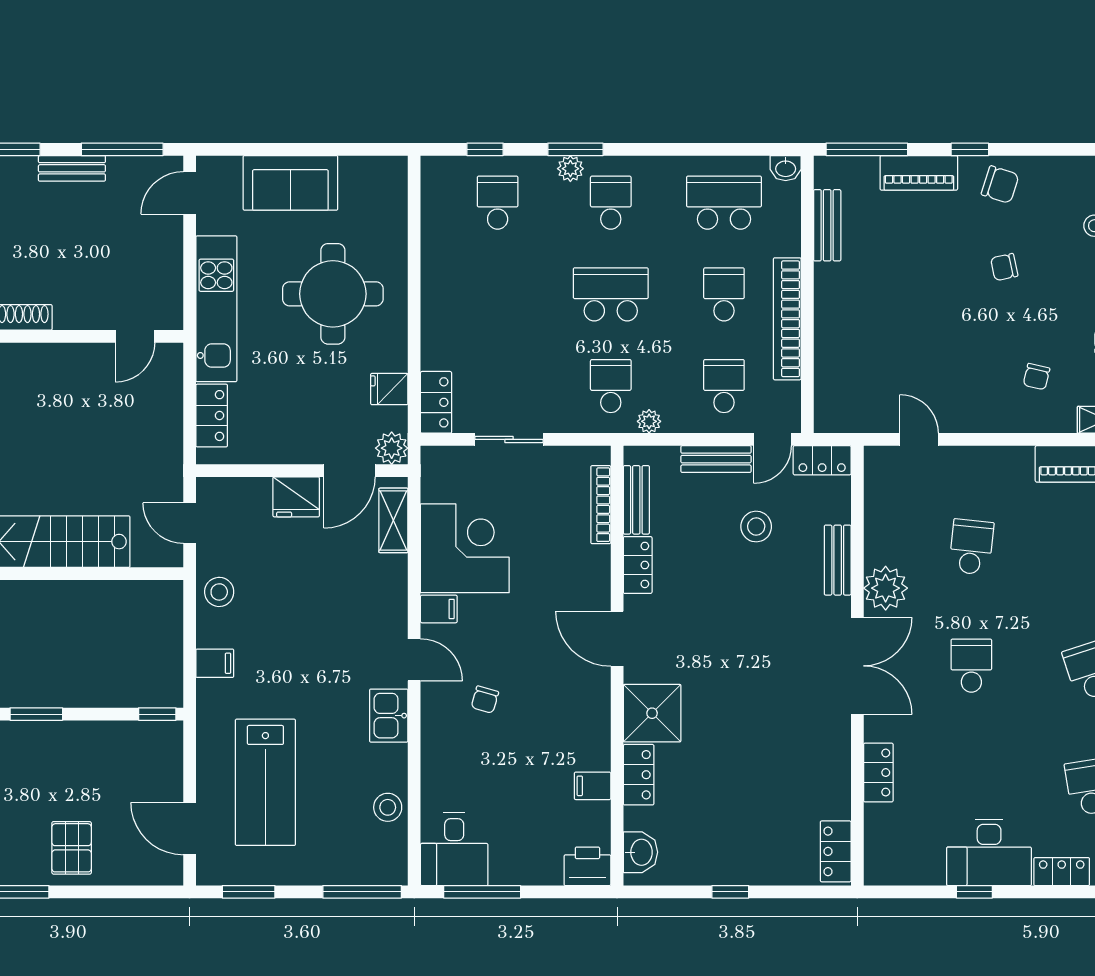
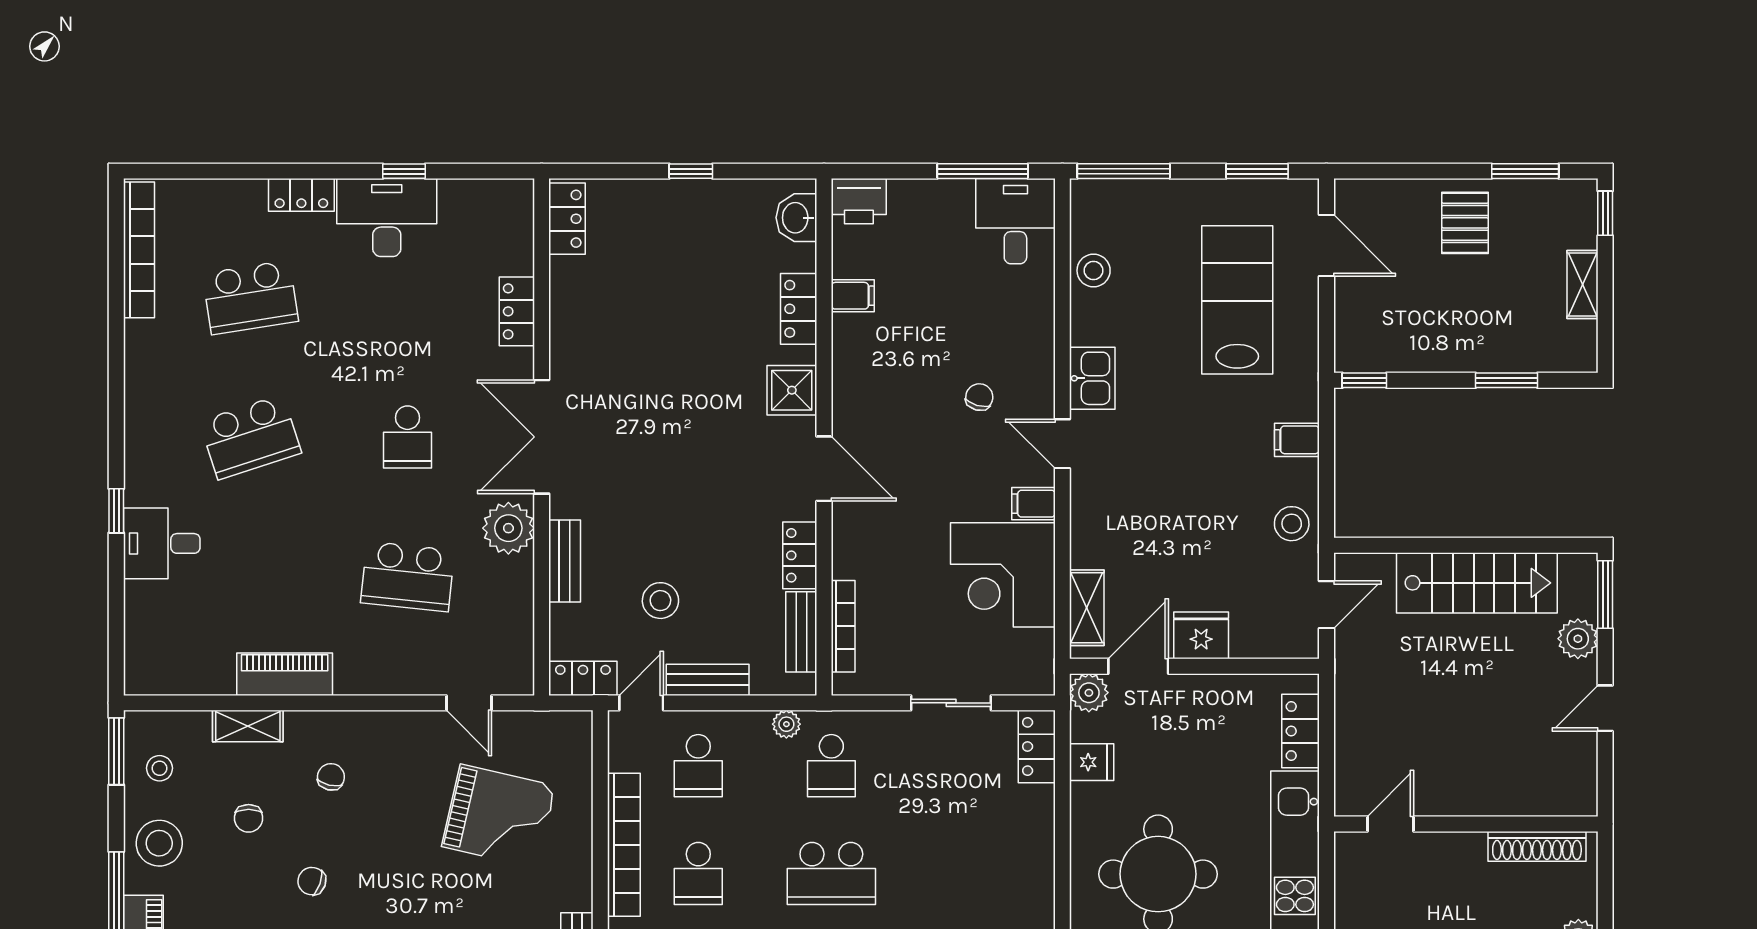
chair: (1004, 267) -> (312, 881), moved, turned -149
grand piano: (894, 343) -> (499, 816), added
door: (190, 523) -> (1326, 605), hinge flipped
school desk: (971, 547) -> (408, 577), width x1.85
shower: (652, 713) -> (792, 390), width x0.73, depth x0.73

